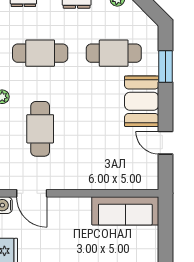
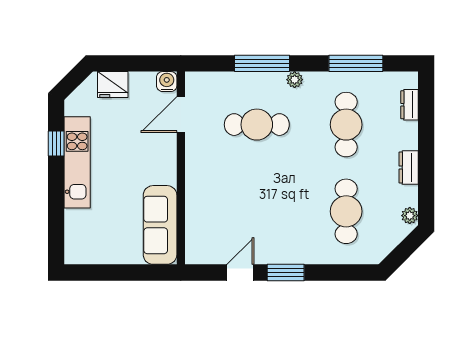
window: (166, 66) -> (286, 272), moved
booth: (142, 101) -> (289, 244), removed

